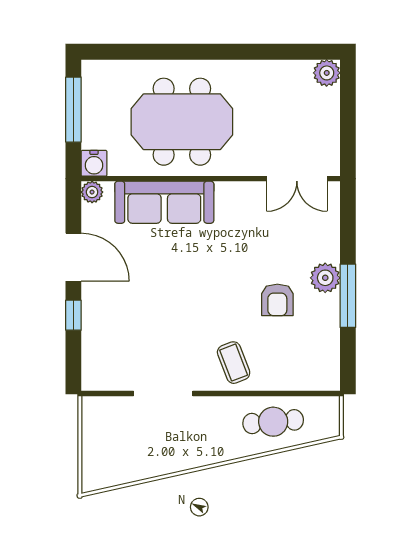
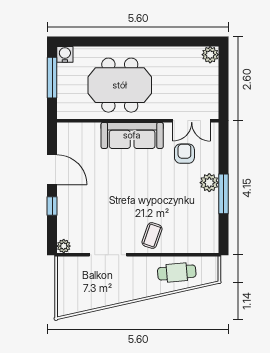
water cooler: (94, 163) -> (65, 54), moved, turned 180
plant: (92, 192) -> (64, 246), moved
sofa: (164, 202) -> (132, 135), moved
armchair: (277, 300) -> (184, 154), moved, turned 180
coffee table: (234, 363) -> (152, 236), turned 40

